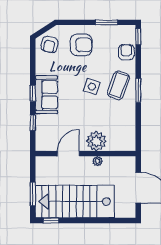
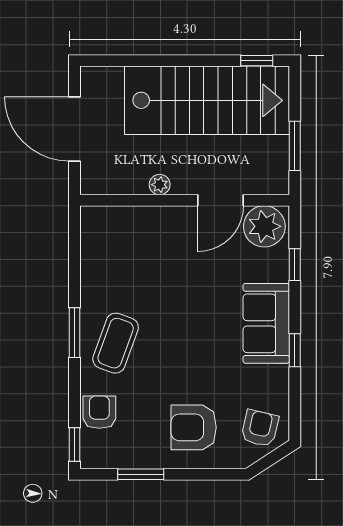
armchair: (126, 52) -> (99, 412), turned 180
side table: (92, 87) -> (171, 340), removed
window: (33, 93) -> (295, 350), moved
plant: (96, 141) -> (264, 226), moved
window: (33, 194) -> (295, 146), moved

